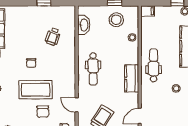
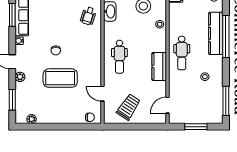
wheelchair: (53, 37) -> (88, 16), moved
dental chair: (154, 65) -> (182, 53), turned 180
chair: (43, 112) -> (68, 101), removed

